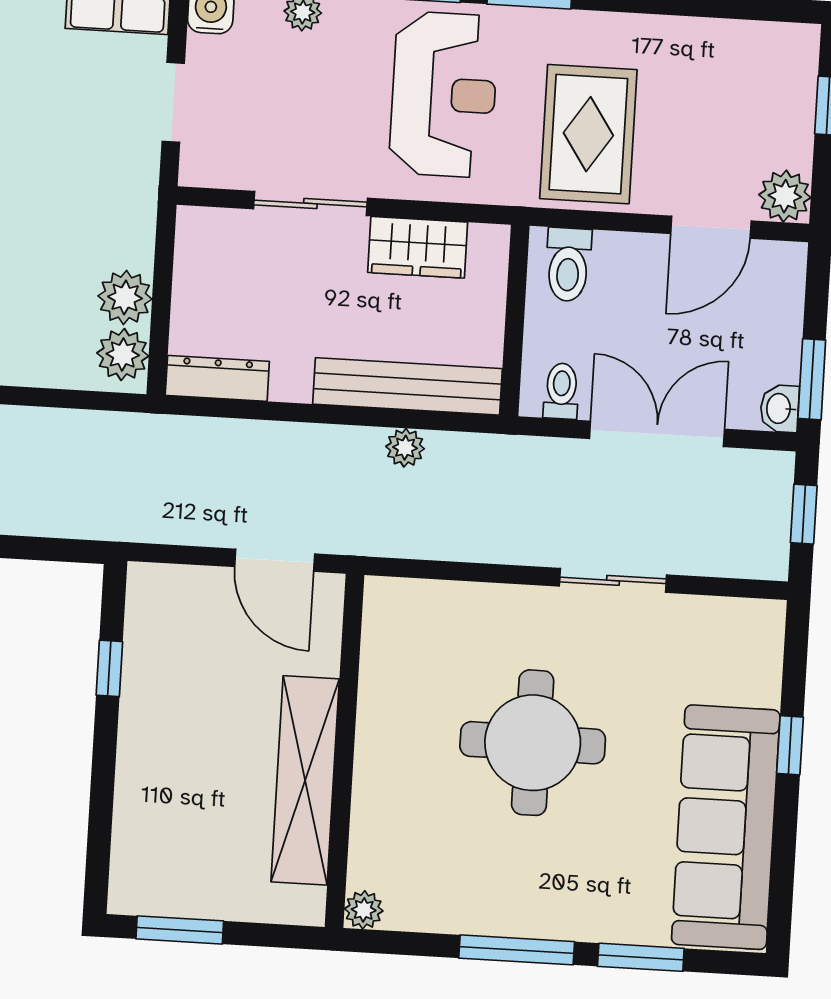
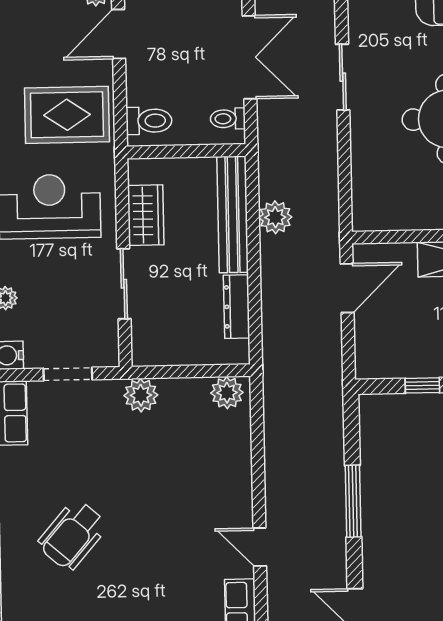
door: (711, 227) -> (119, 34), swing flipped
plant: (125, 297) -> (141, 395), moved
dresser: (217, 378) -> (237, 307), moved
double door: (657, 434) -> (250, 57), swing flipped
plant: (405, 448) -> (275, 217), width x1.38, depth x1.38

